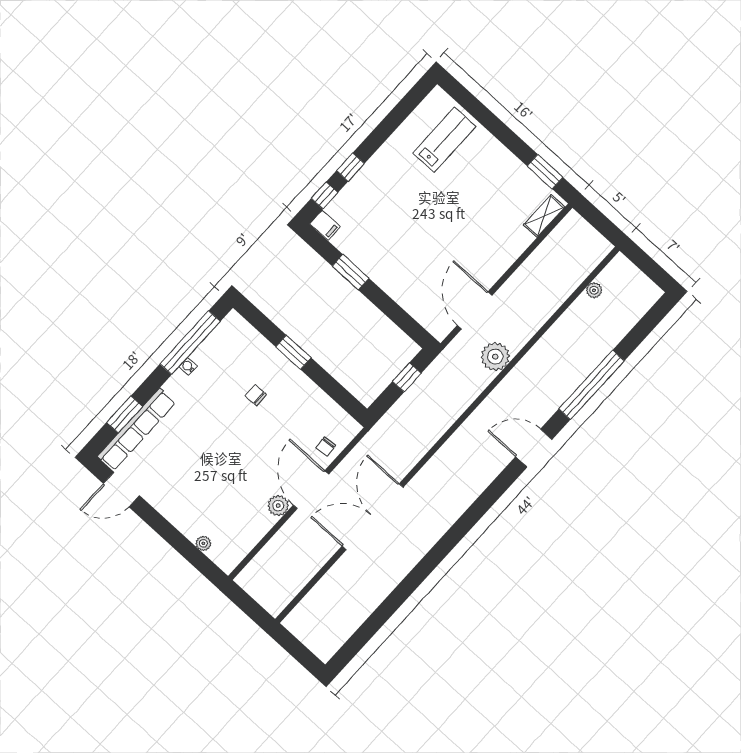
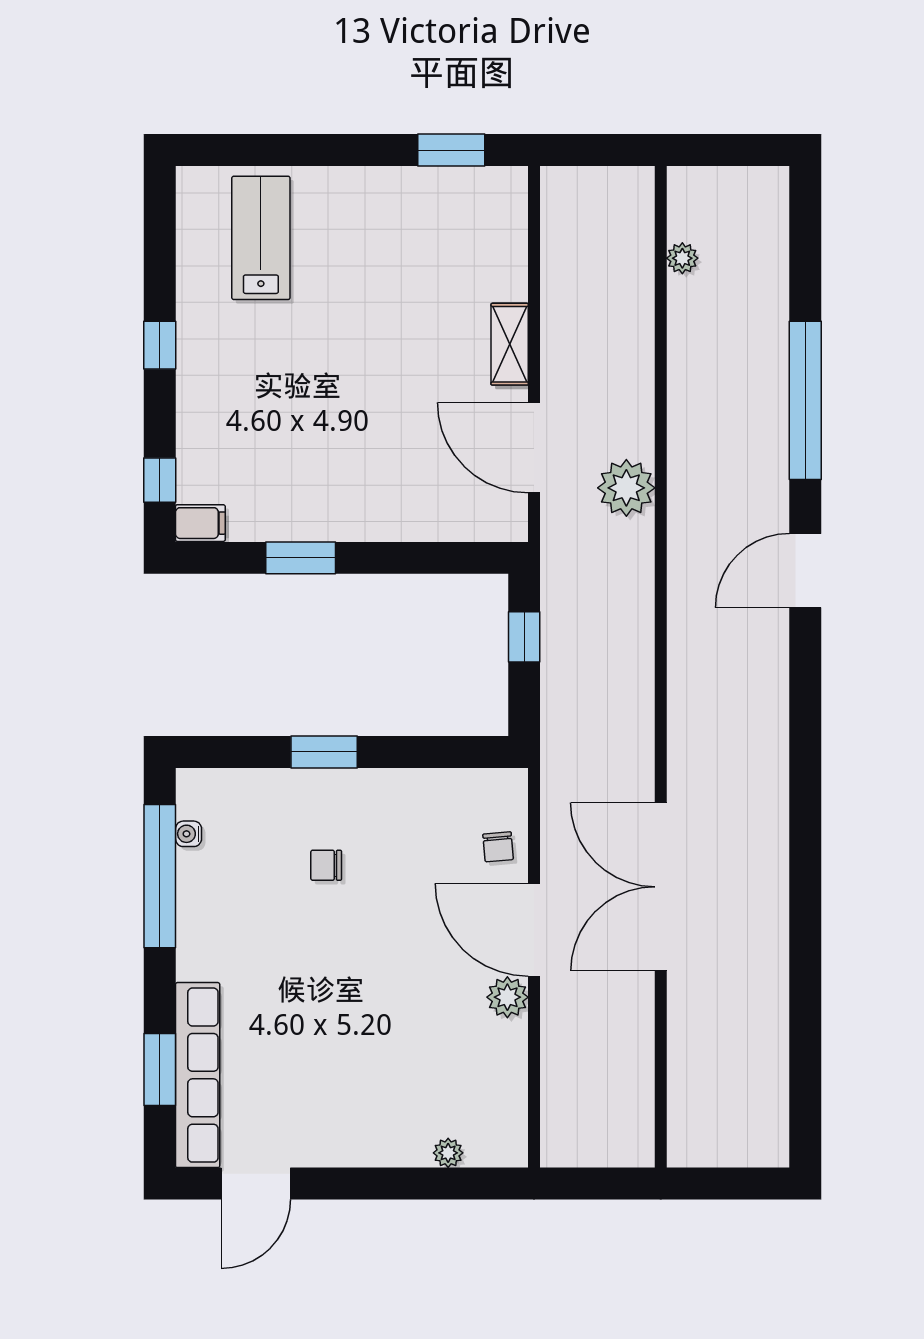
window: (350, 167) -> (160, 345), moved
shelving: (544, 216) -> (510, 344), moved
water cooler: (188, 366) -> (189, 834), moved

